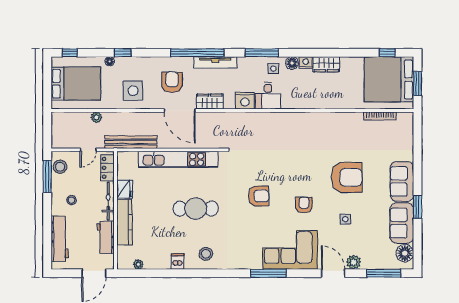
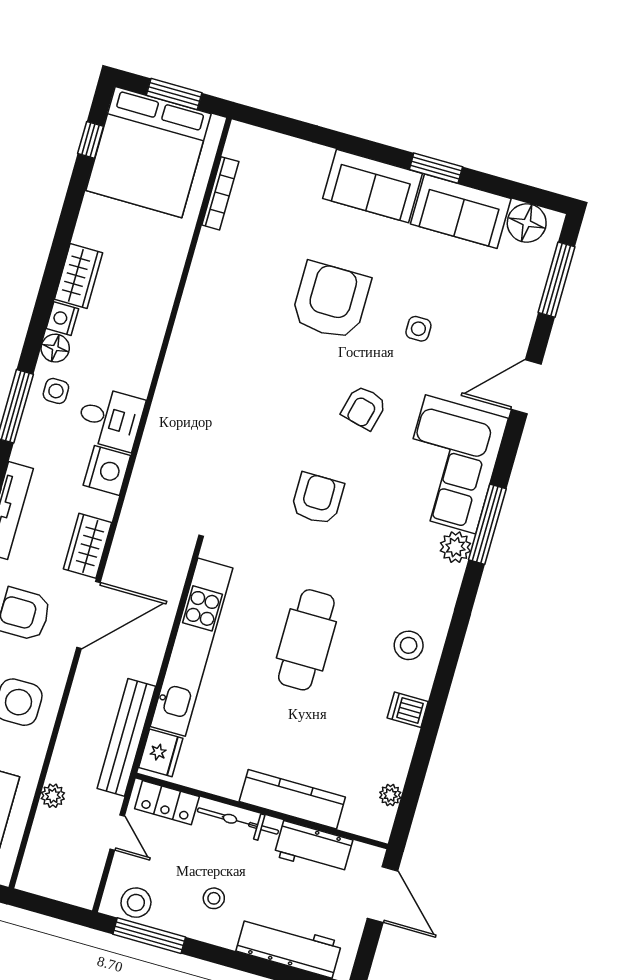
fridge: (125, 189) -> (161, 753), moved, turned 90
armchair: (304, 205) -> (364, 408), turned -76
plant: (354, 262) -> (455, 547), moved

